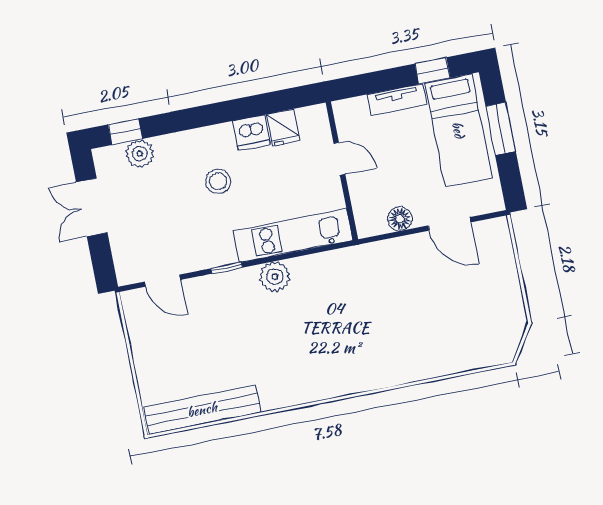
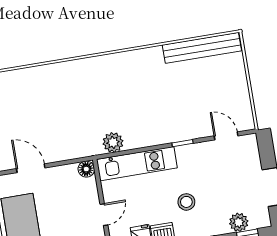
door: (339, 159) -> (104, 215), swing flipped
floor lamp: (400, 219) -> (86, 169), moved
plant: (275, 277) -> (113, 142), moved

